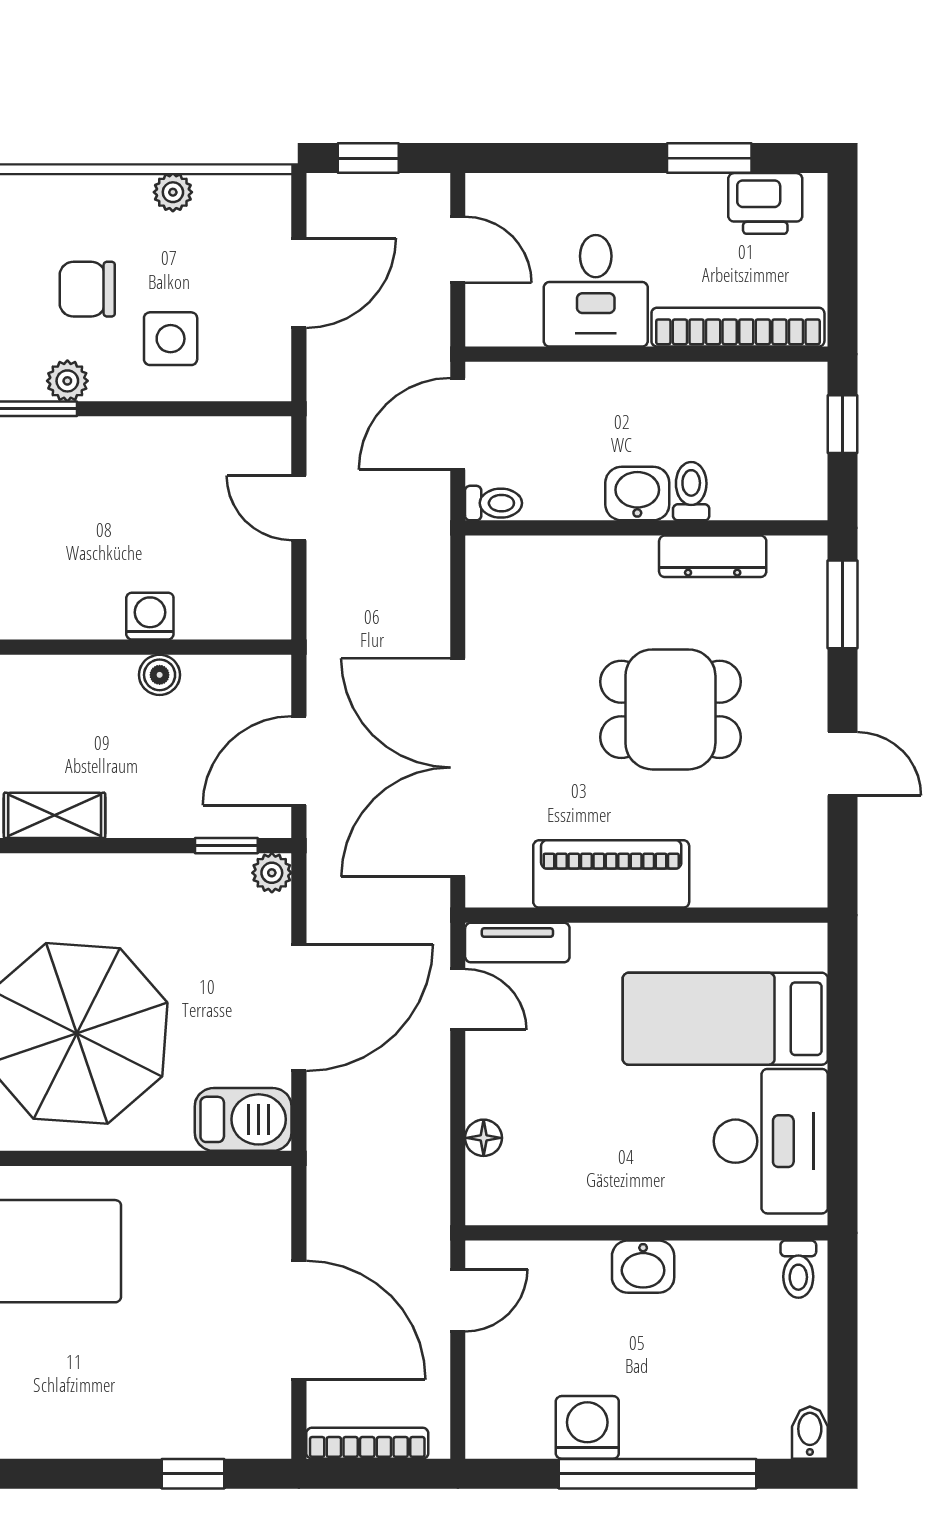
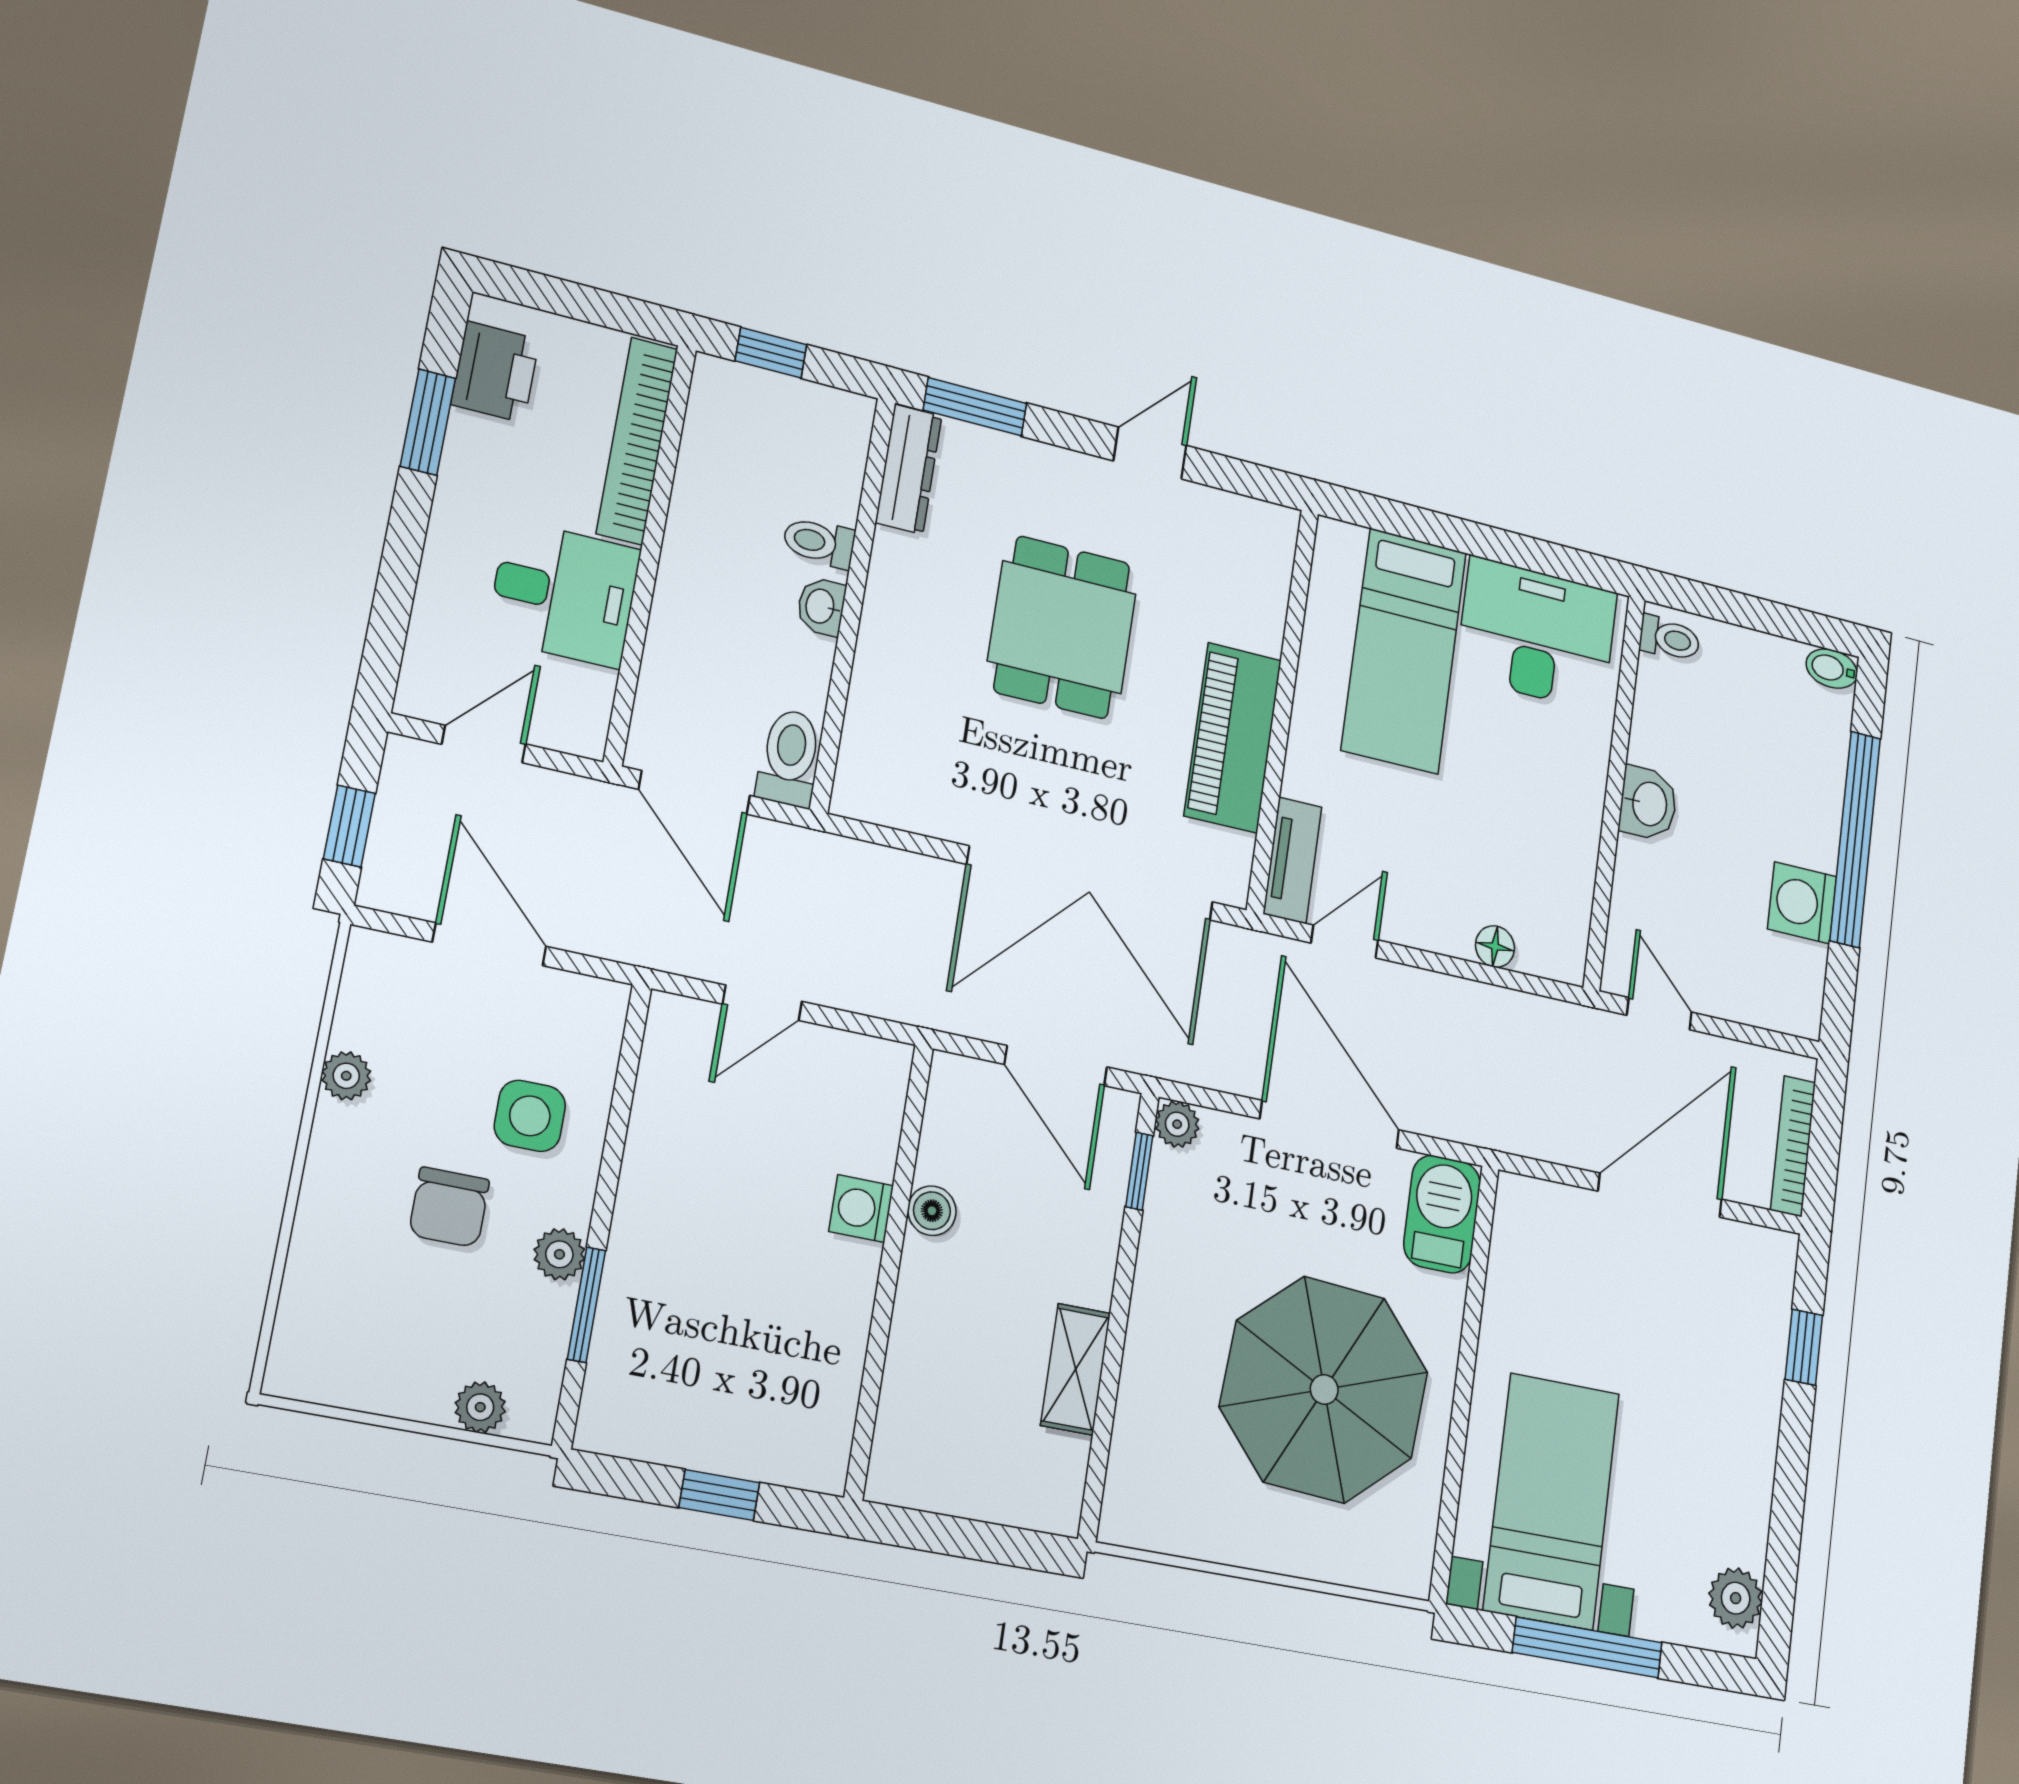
washbasin: (637, 494) -> (821, 606), width x0.72, depth x0.69
toilet: (494, 503) -> (790, 758), width x1.37, depth x1.39
dresser: (713, 556) -> (909, 469), moved

